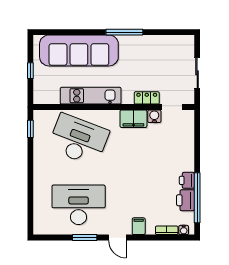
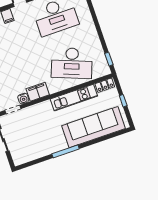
locker: (147, 98) -> (105, 85), moved

